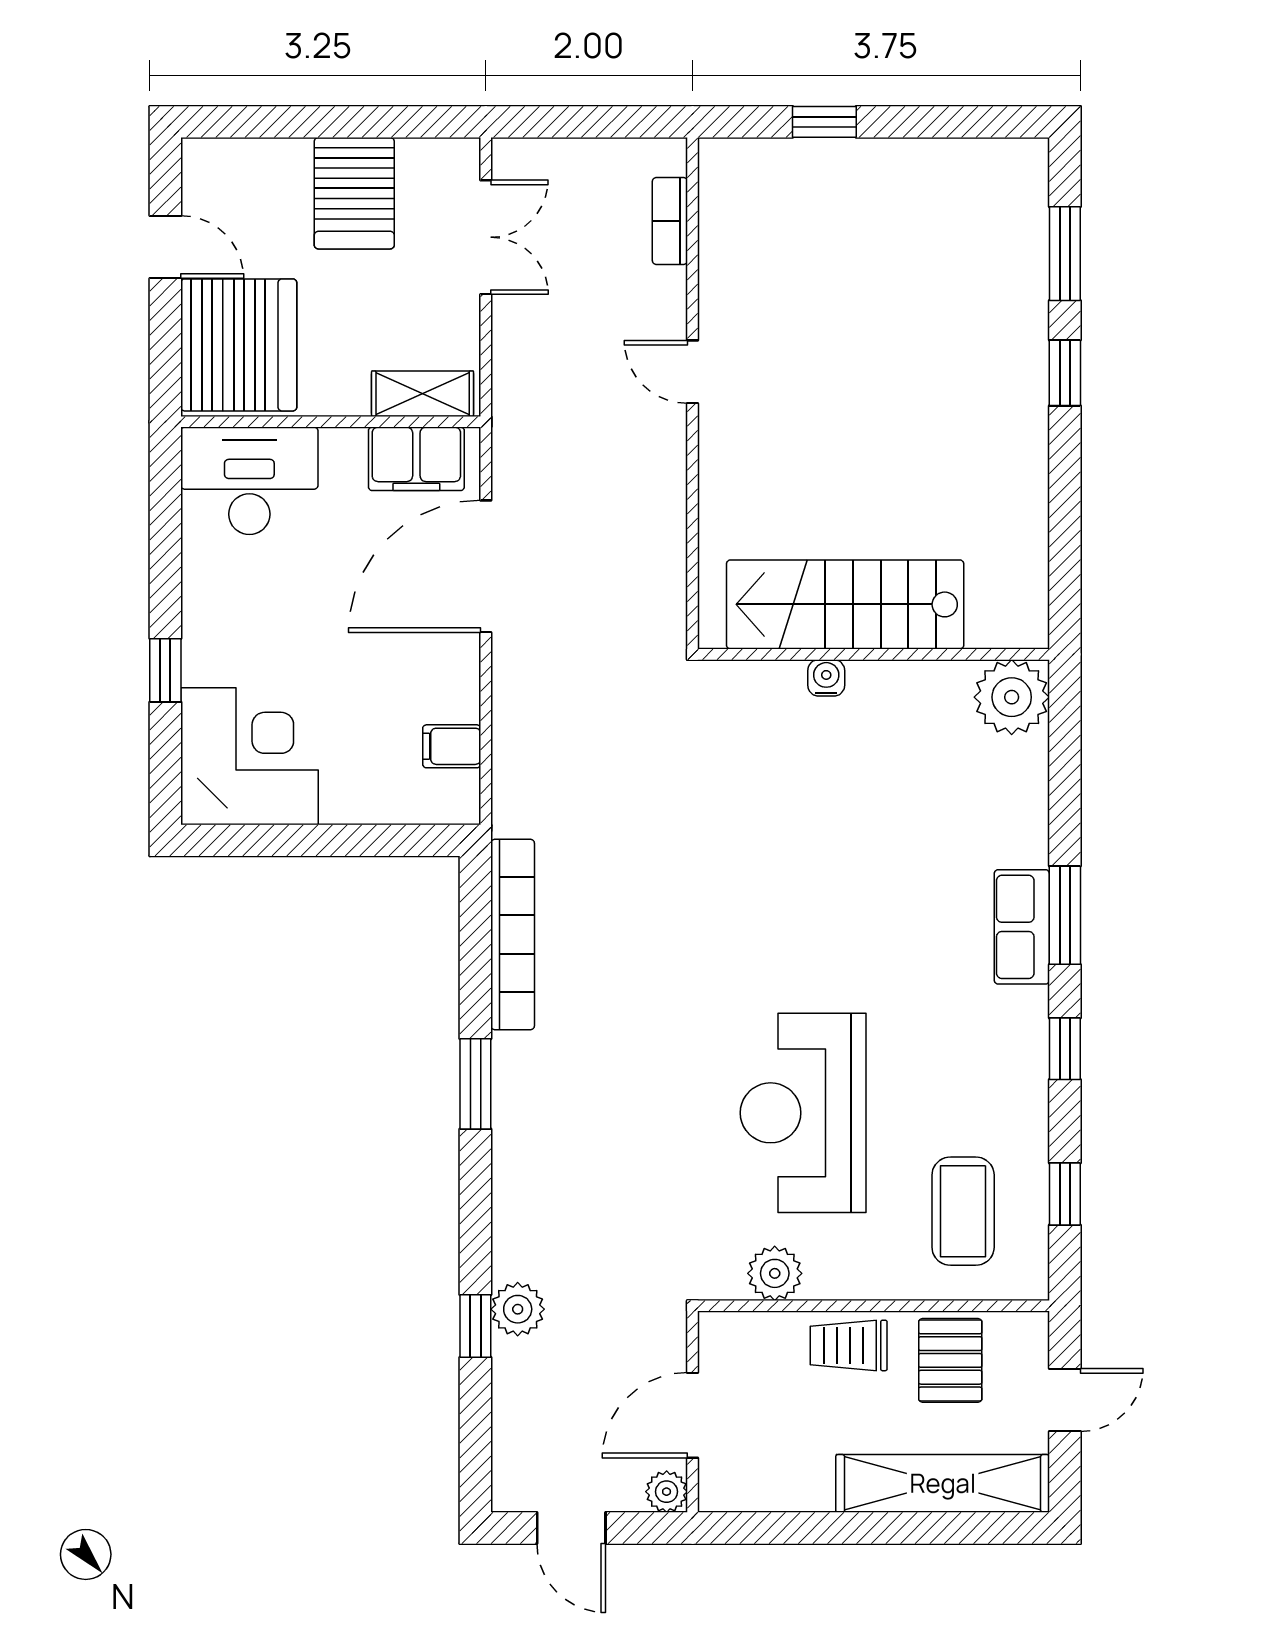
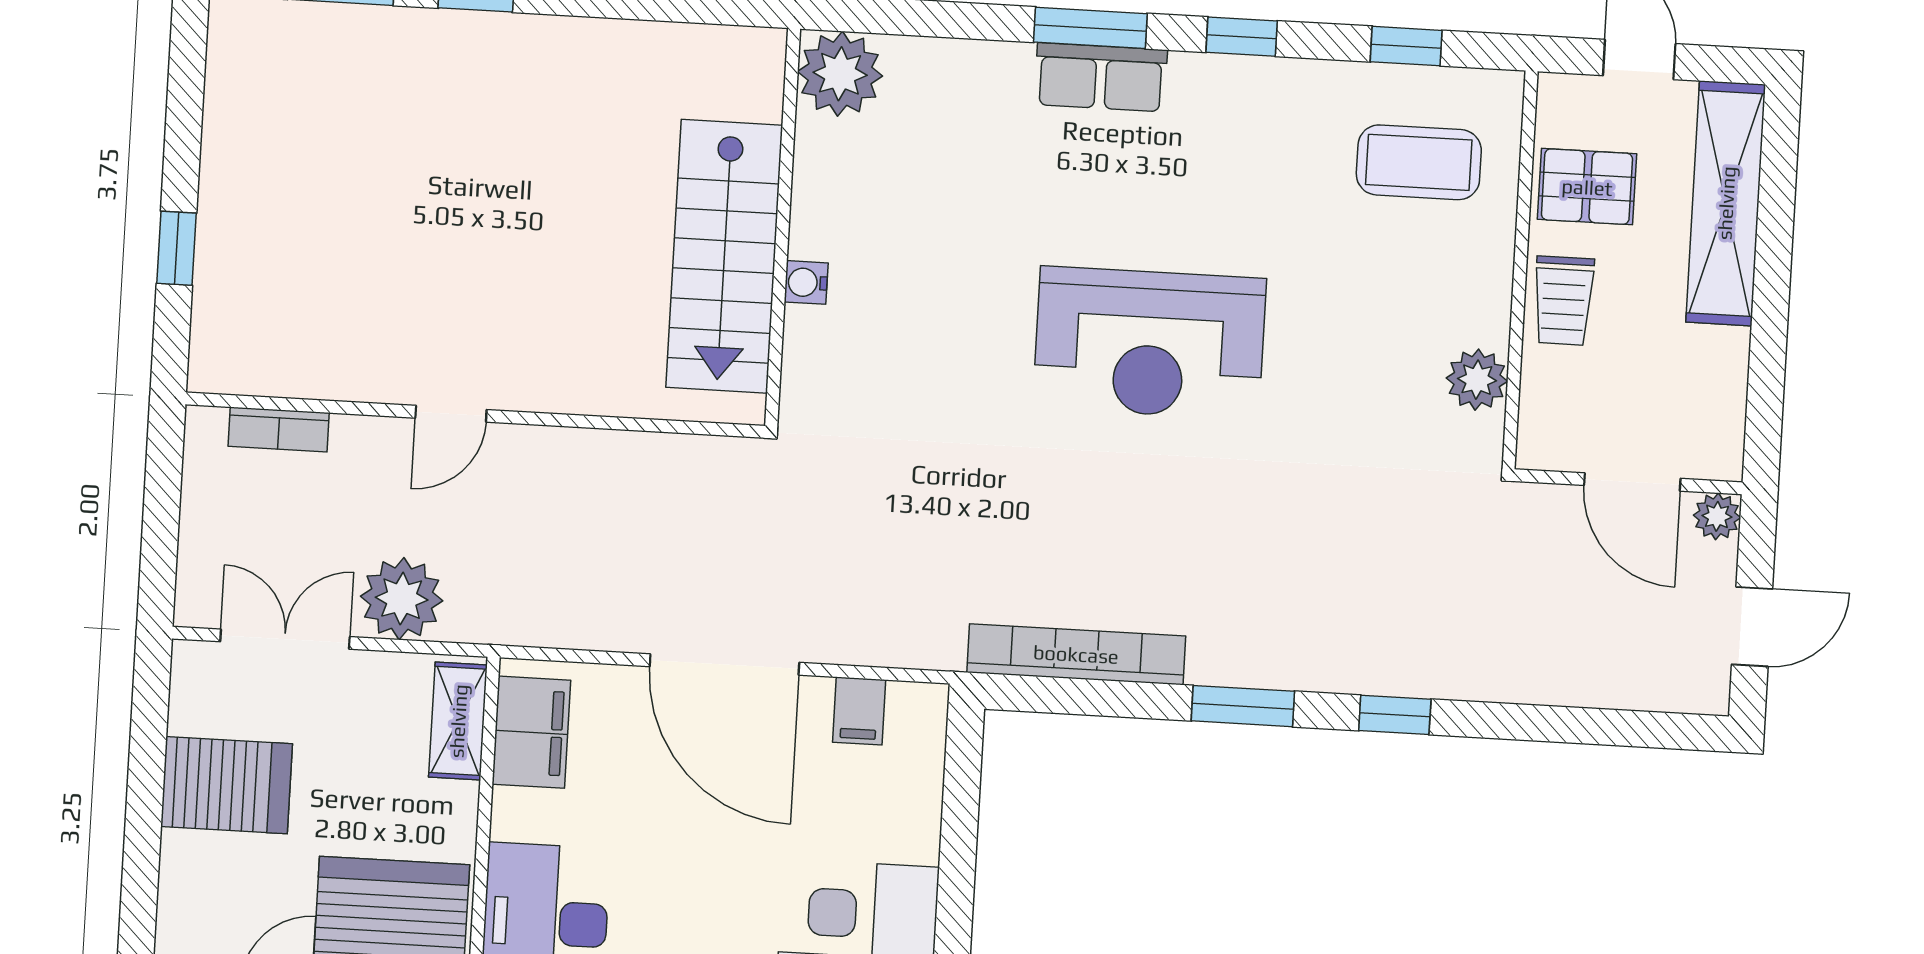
door: (486, 566) -> (724, 664), moved
reception desk: (803, 1113) -> (1150, 343), moved
plant: (518, 1309) -> (402, 599), moved, width x1.36, depth x1.36
window: (475, 1326) -> (1395, 715), moved

